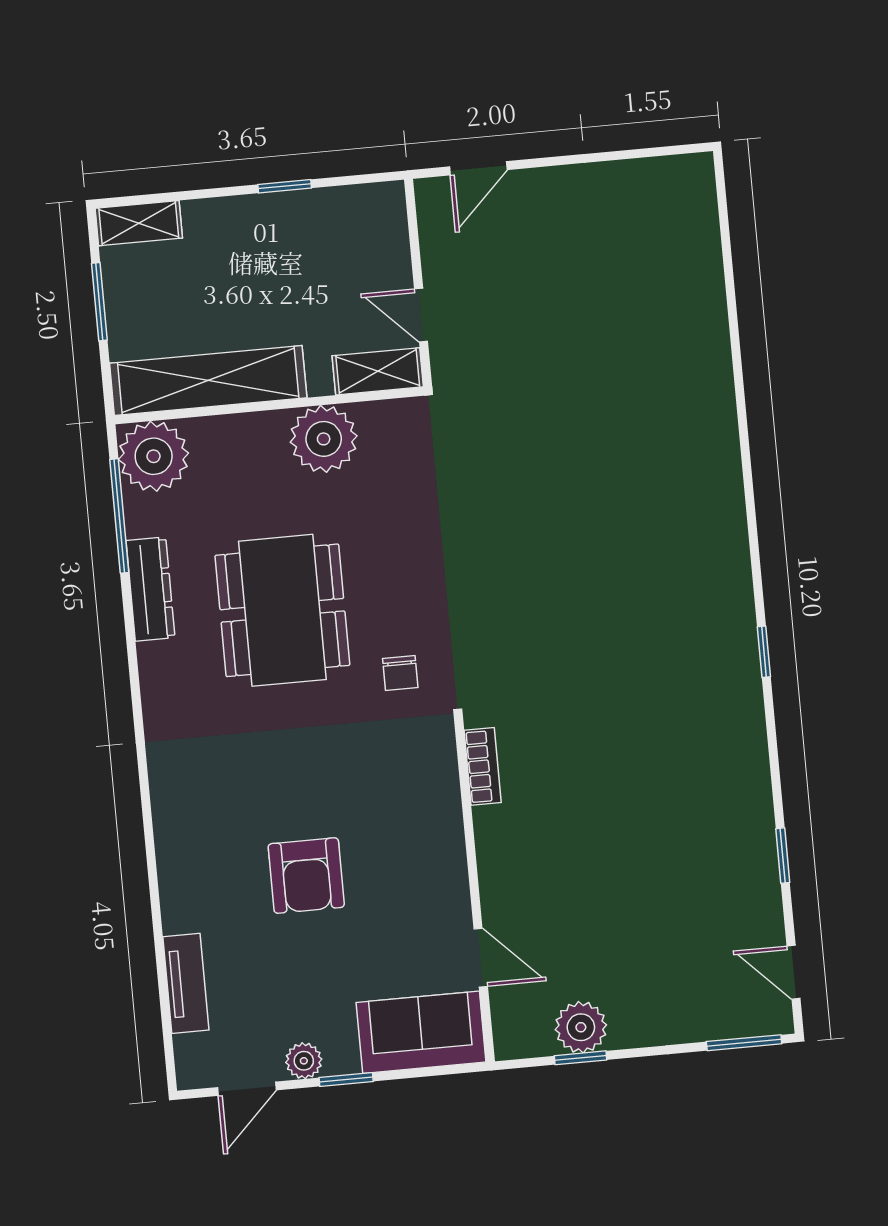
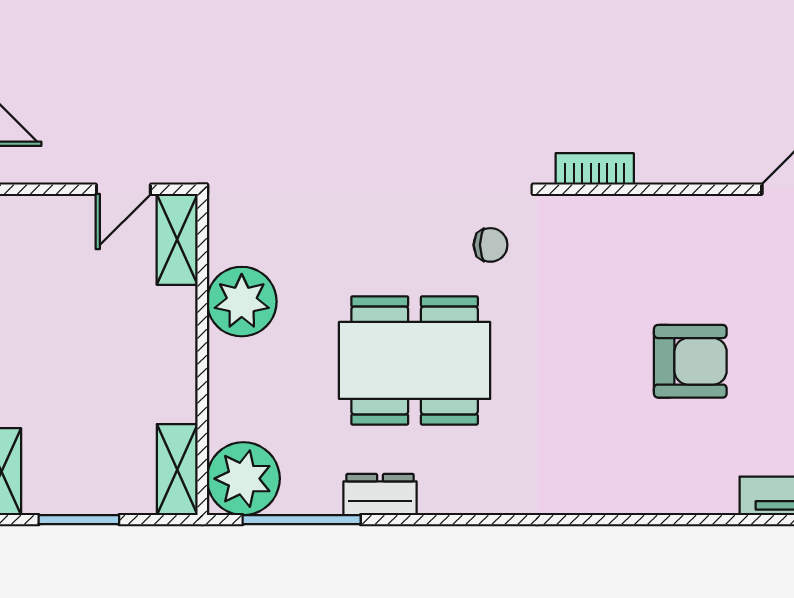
shelving: (208, 380) -> (177, 470), width x0.45, depth x0.75
dresser: (150, 589) -> (380, 494), width x0.70

